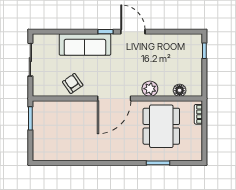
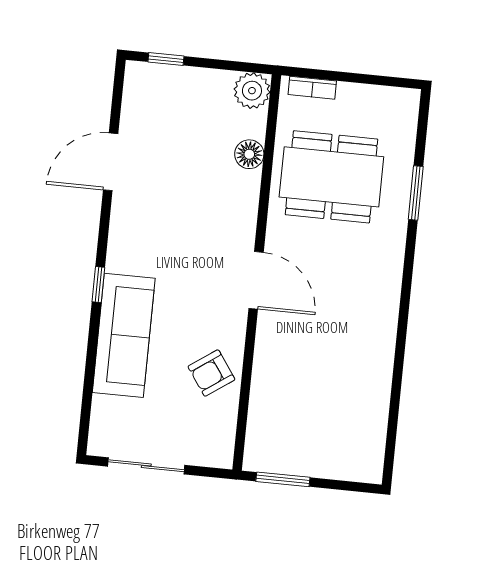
door: (133, 32) -> (111, 162), moved
plant: (150, 89) -> (252, 91), moved
floor lamp: (180, 90) -> (249, 154), moved
door: (114, 99) -> (256, 280), width x0.73

